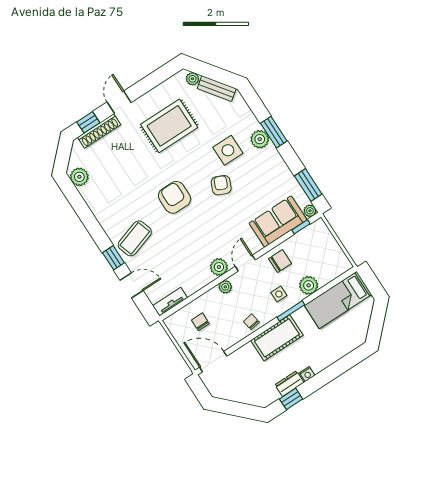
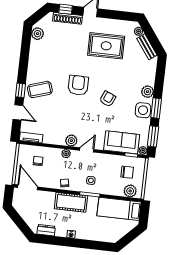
window: (274, 132) -> (156, 108), moved
side table: (228, 150) -> (143, 110), moved
chair: (280, 261) -> (127, 172), moved
plant: (309, 285) -> (130, 191), moved
dresser: (289, 384) -> (46, 230), moved
window: (291, 399) -> (52, 240), removed

